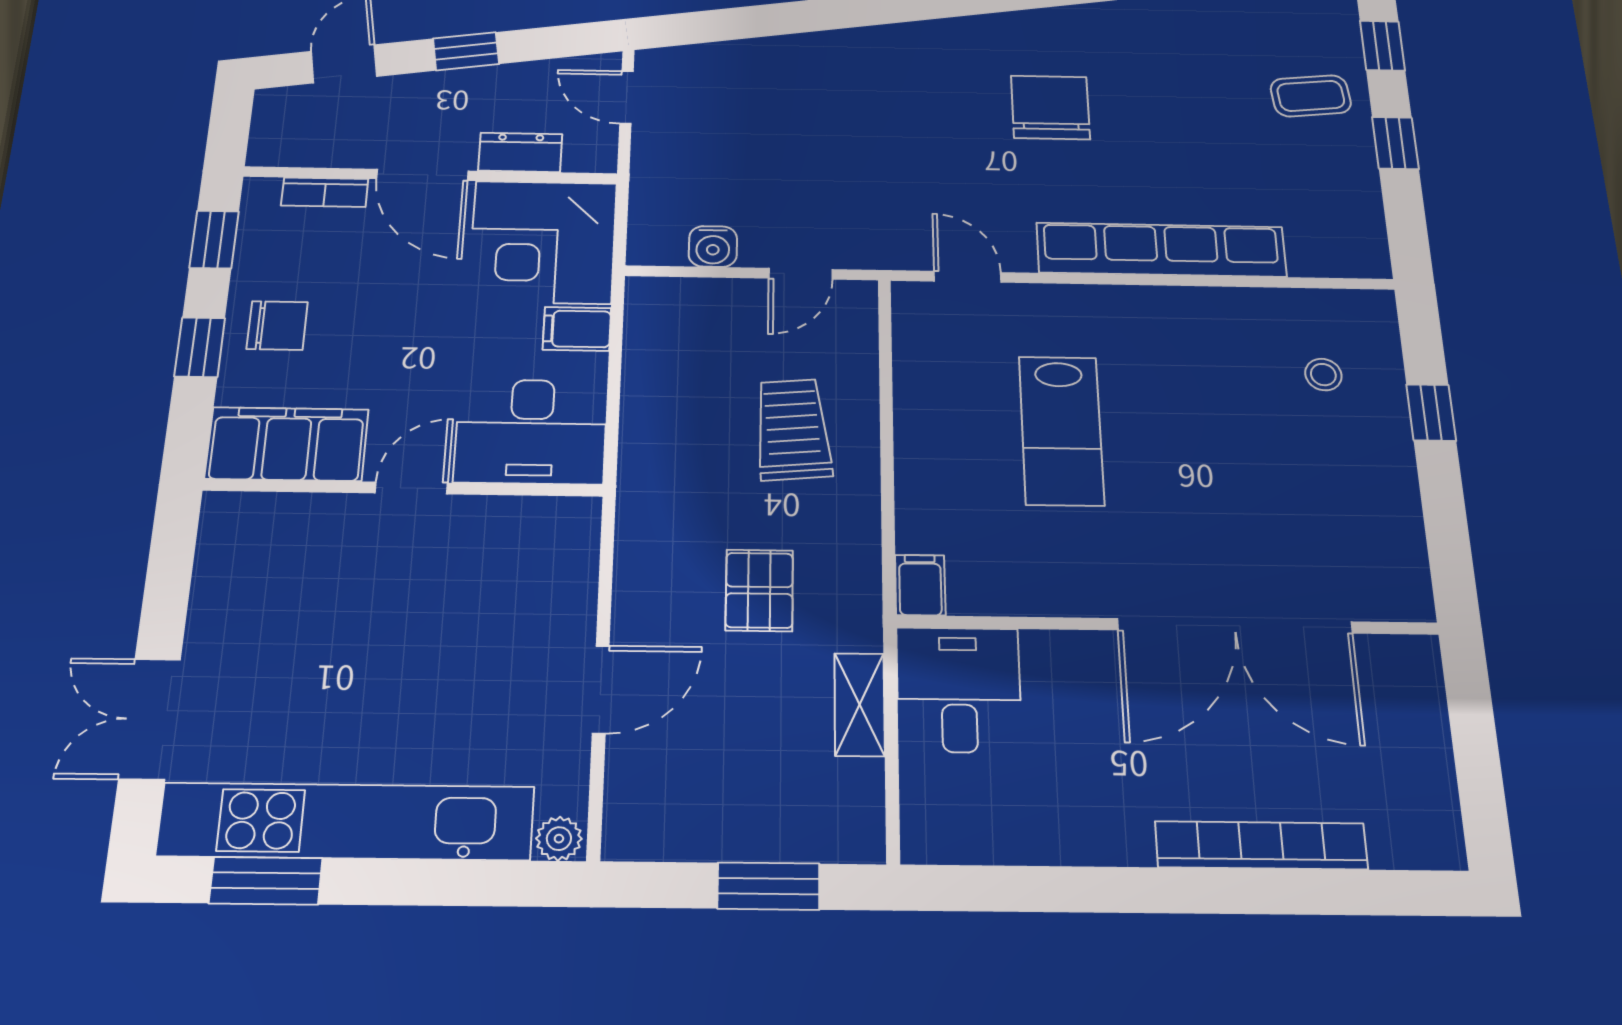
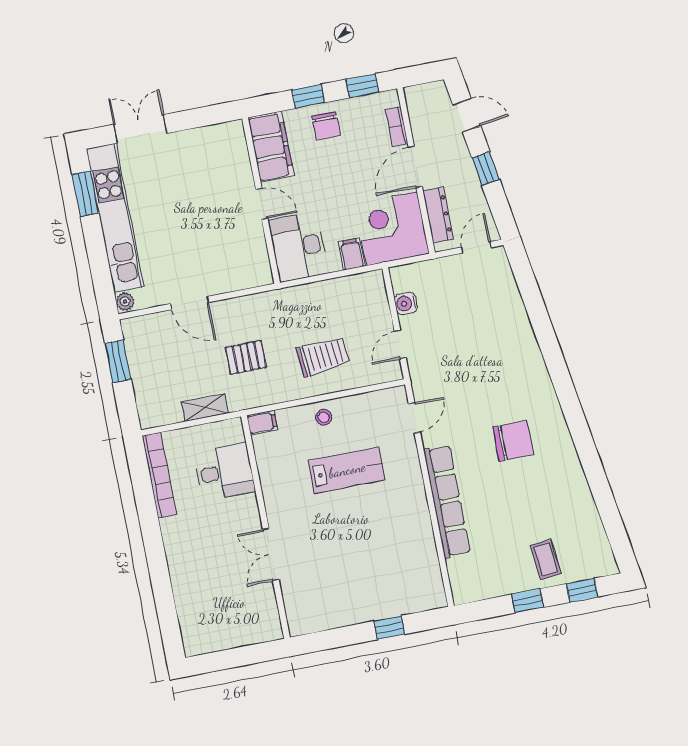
dresser: (520, 152) -> (438, 215), width x1.44
door: (801, 274) -> (400, 345), hinge flipped
stool: (1323, 375) -> (324, 417), moved
lab bench: (1061, 430) -> (347, 470), turned 180
double door: (1235, 626) -> (271, 555), width x0.54
desk: (959, 690) -> (224, 472), moved
bookcase: (1261, 845) -> (159, 475), moved
window: (768, 886) -> (118, 361), moved

